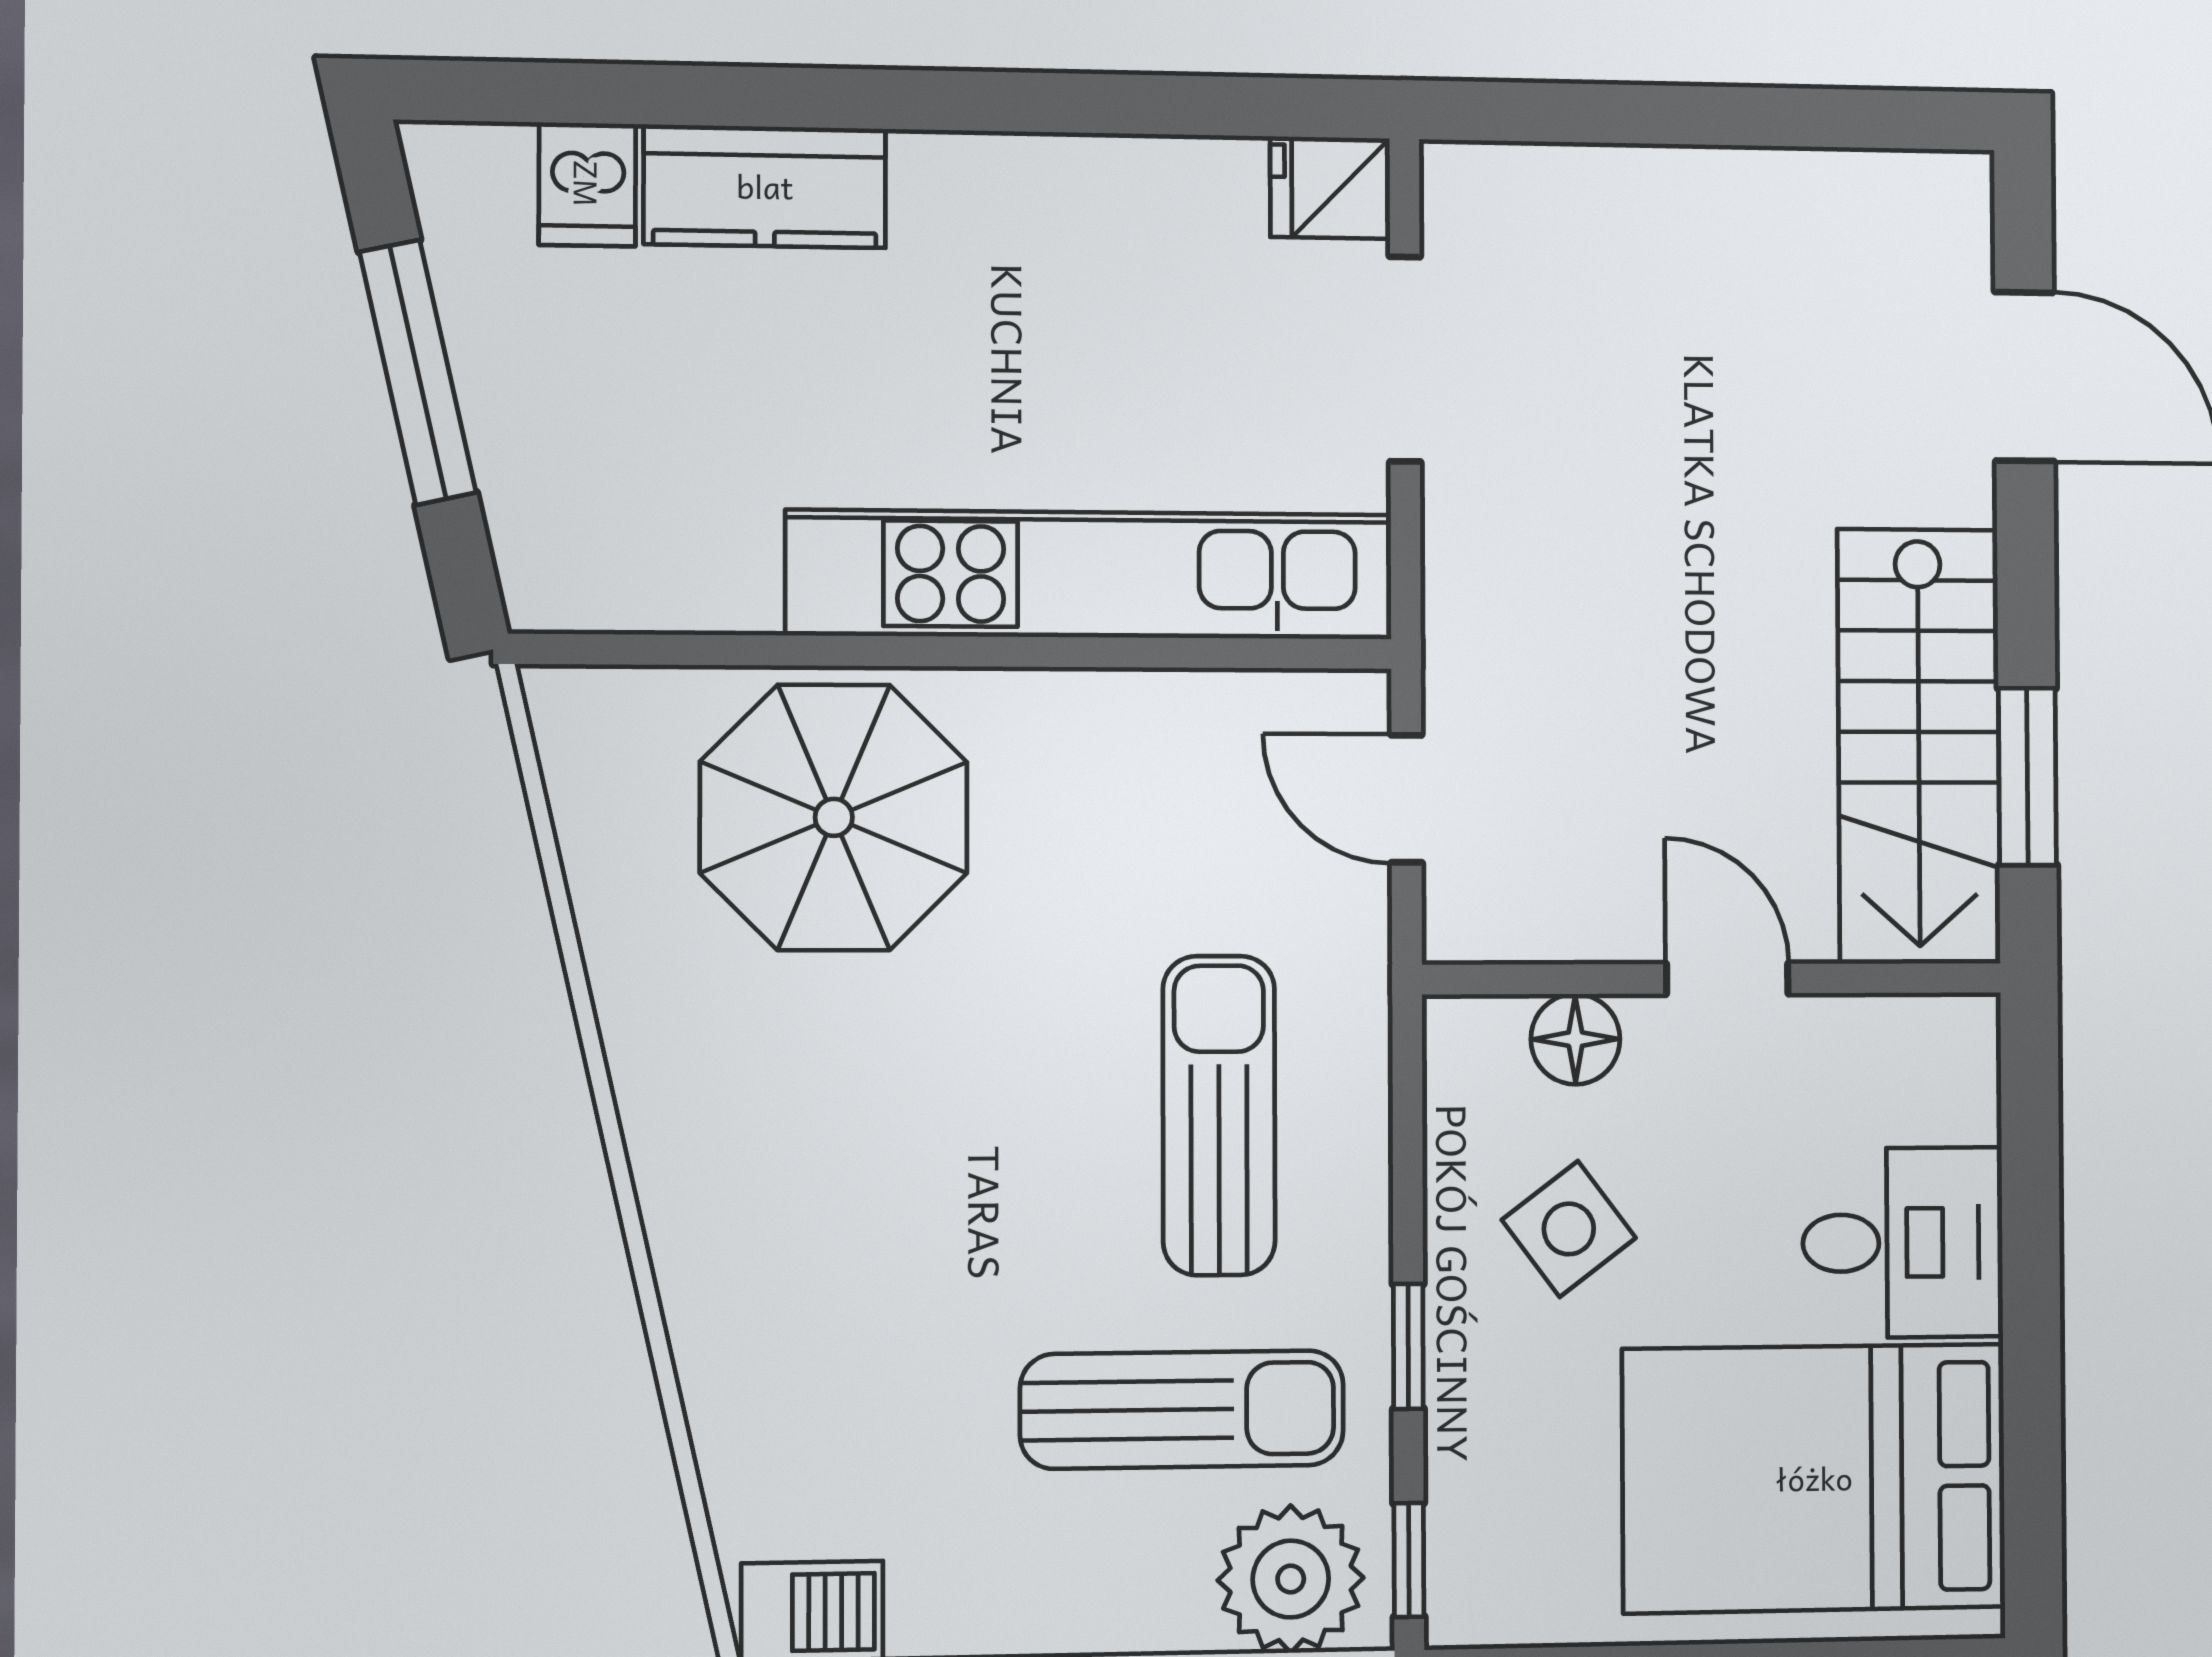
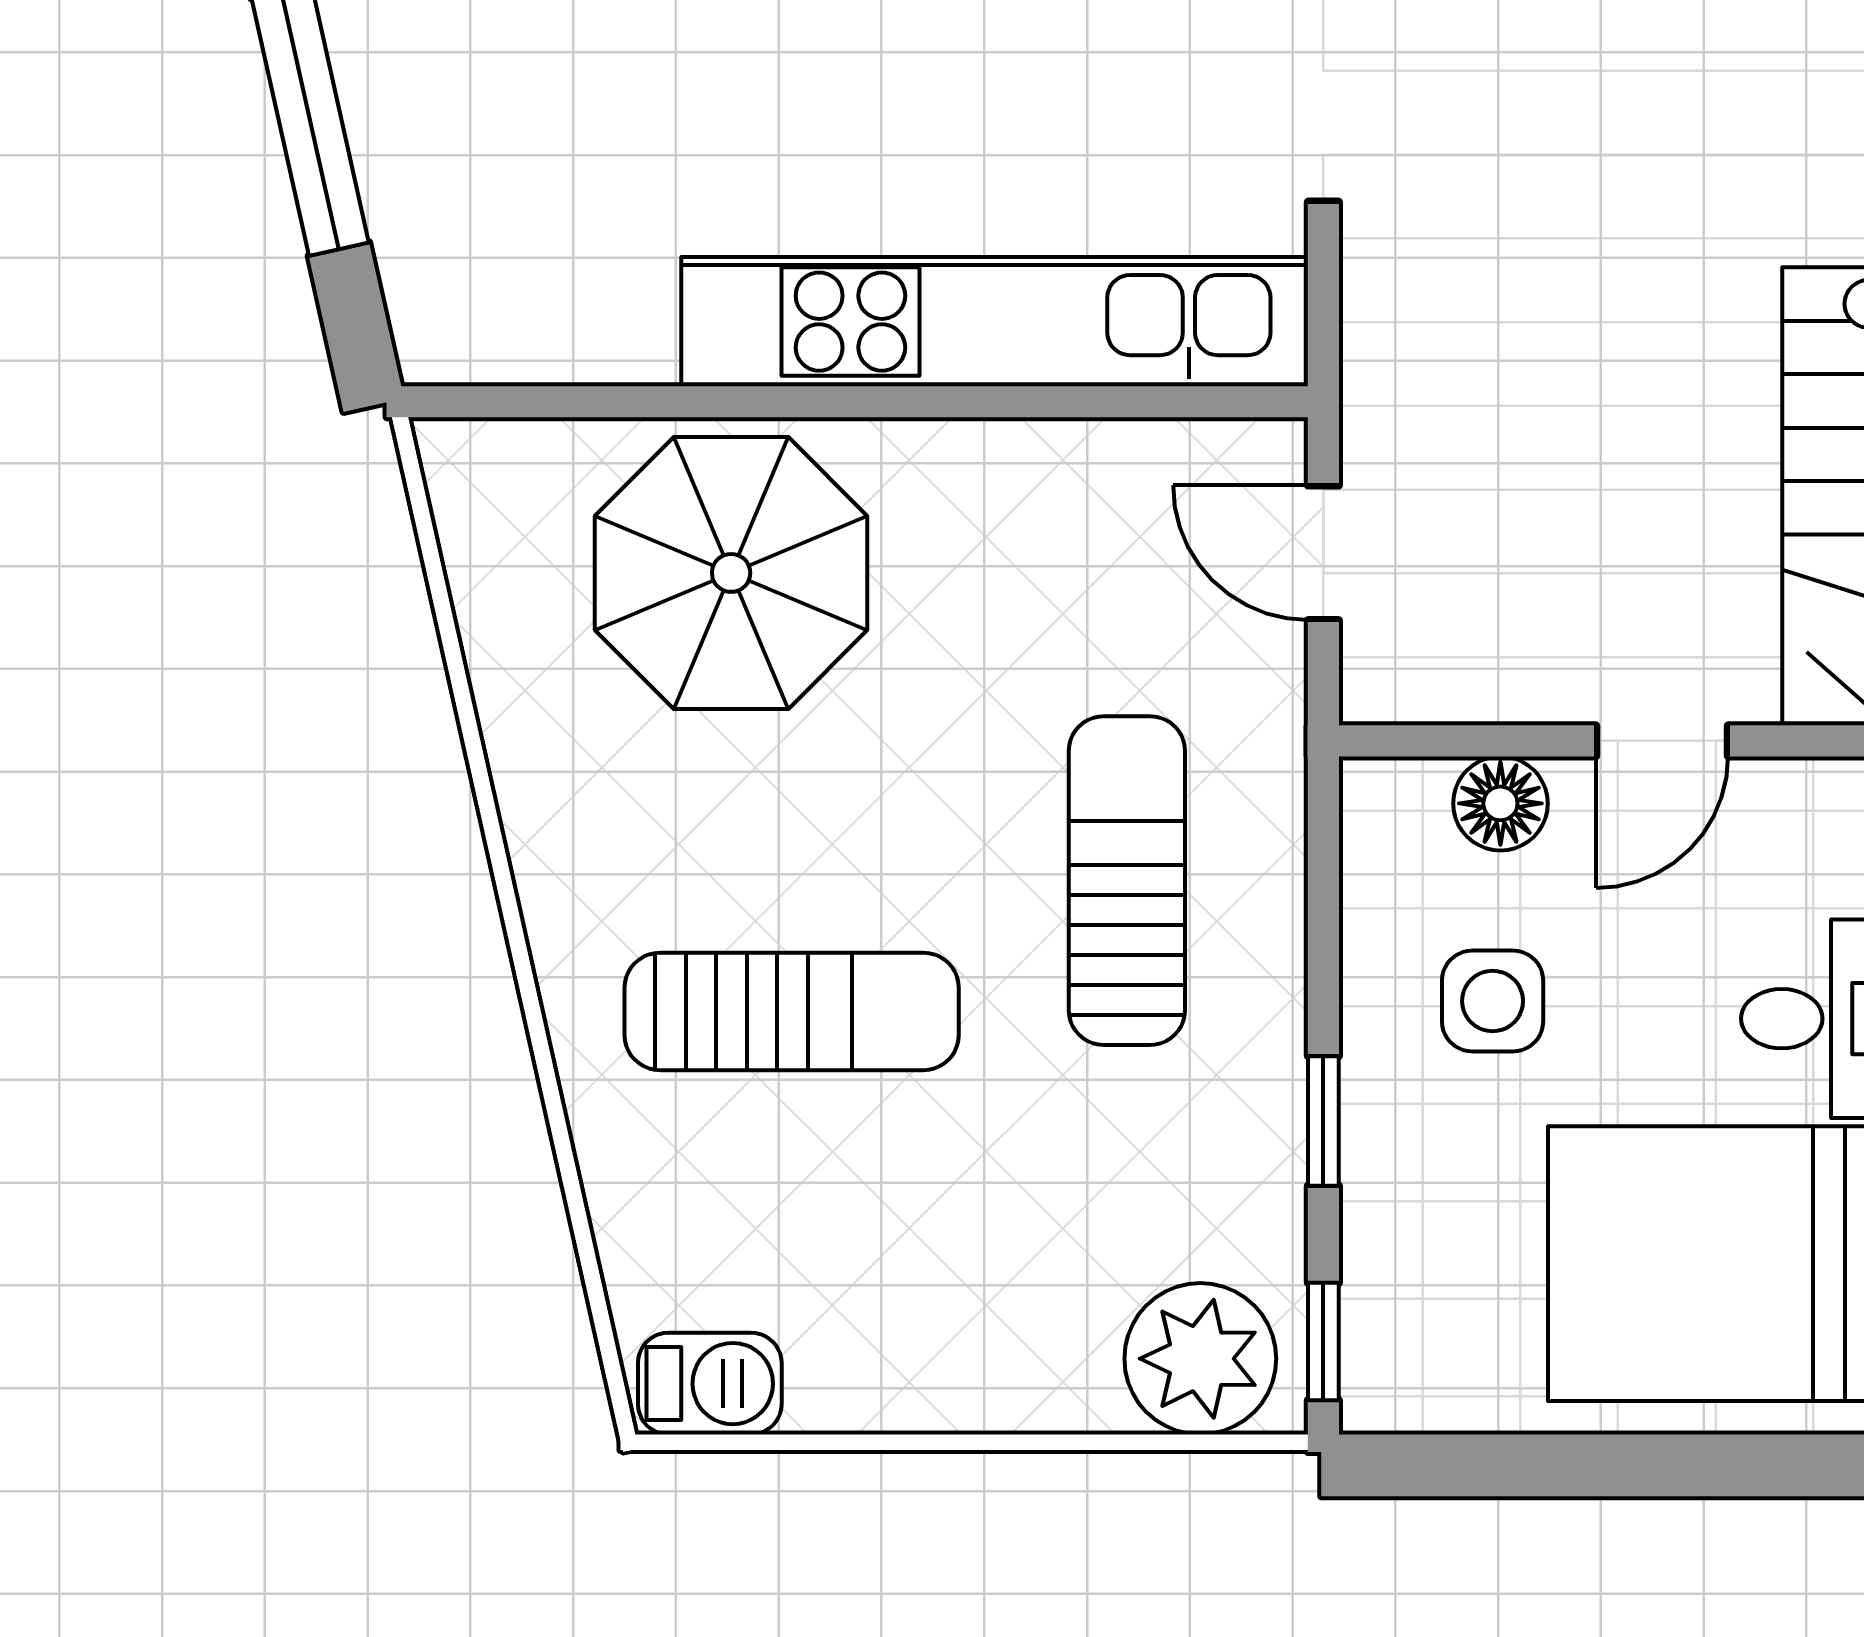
door: (1727, 979) -> (1662, 741), swing flipped
side table: (1569, 1229) -> (1493, 1001), turned 37
sun lounger: (1182, 1410) -> (792, 1011), moved

